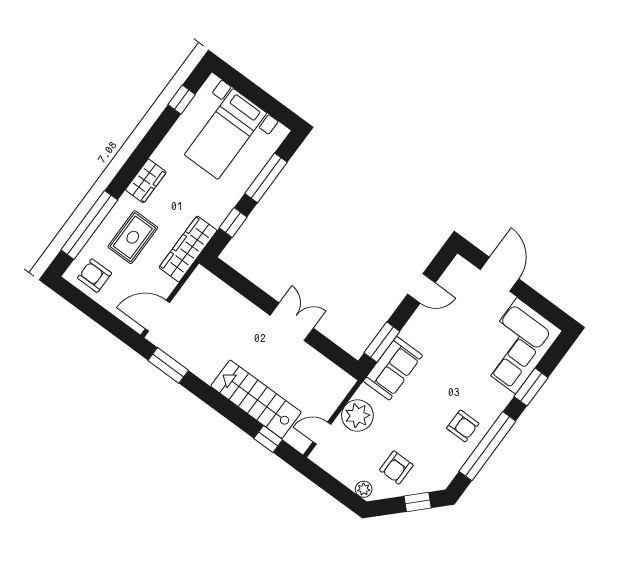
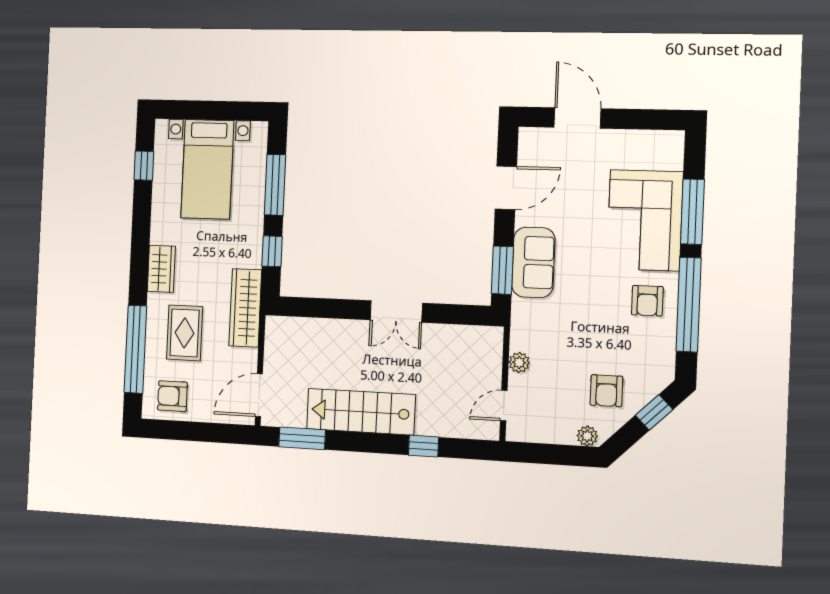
door: (421, 288) -> (506, 188), width x1.38
double door: (292, 322) -> (396, 311), swing flipped
corner sofa: (516, 346) -> (645, 220), moved
sofa: (393, 368) -> (533, 262), moved
window: (531, 387) -> (692, 212), width x1.44
stairs: (256, 399) -> (361, 412), moved
plant: (357, 416) -> (519, 363), width x0.53, depth x0.53
armchair: (463, 426) -> (647, 301), turned 90
window: (268, 439) -> (424, 446), moved

